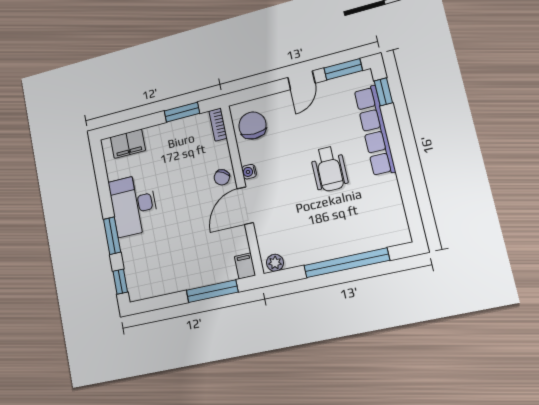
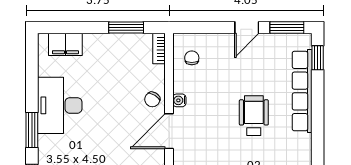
chair: (252, 125) -> (192, 58), width x0.54, depth x0.54
wheelchair: (329, 169) -> (254, 116), turned 180

